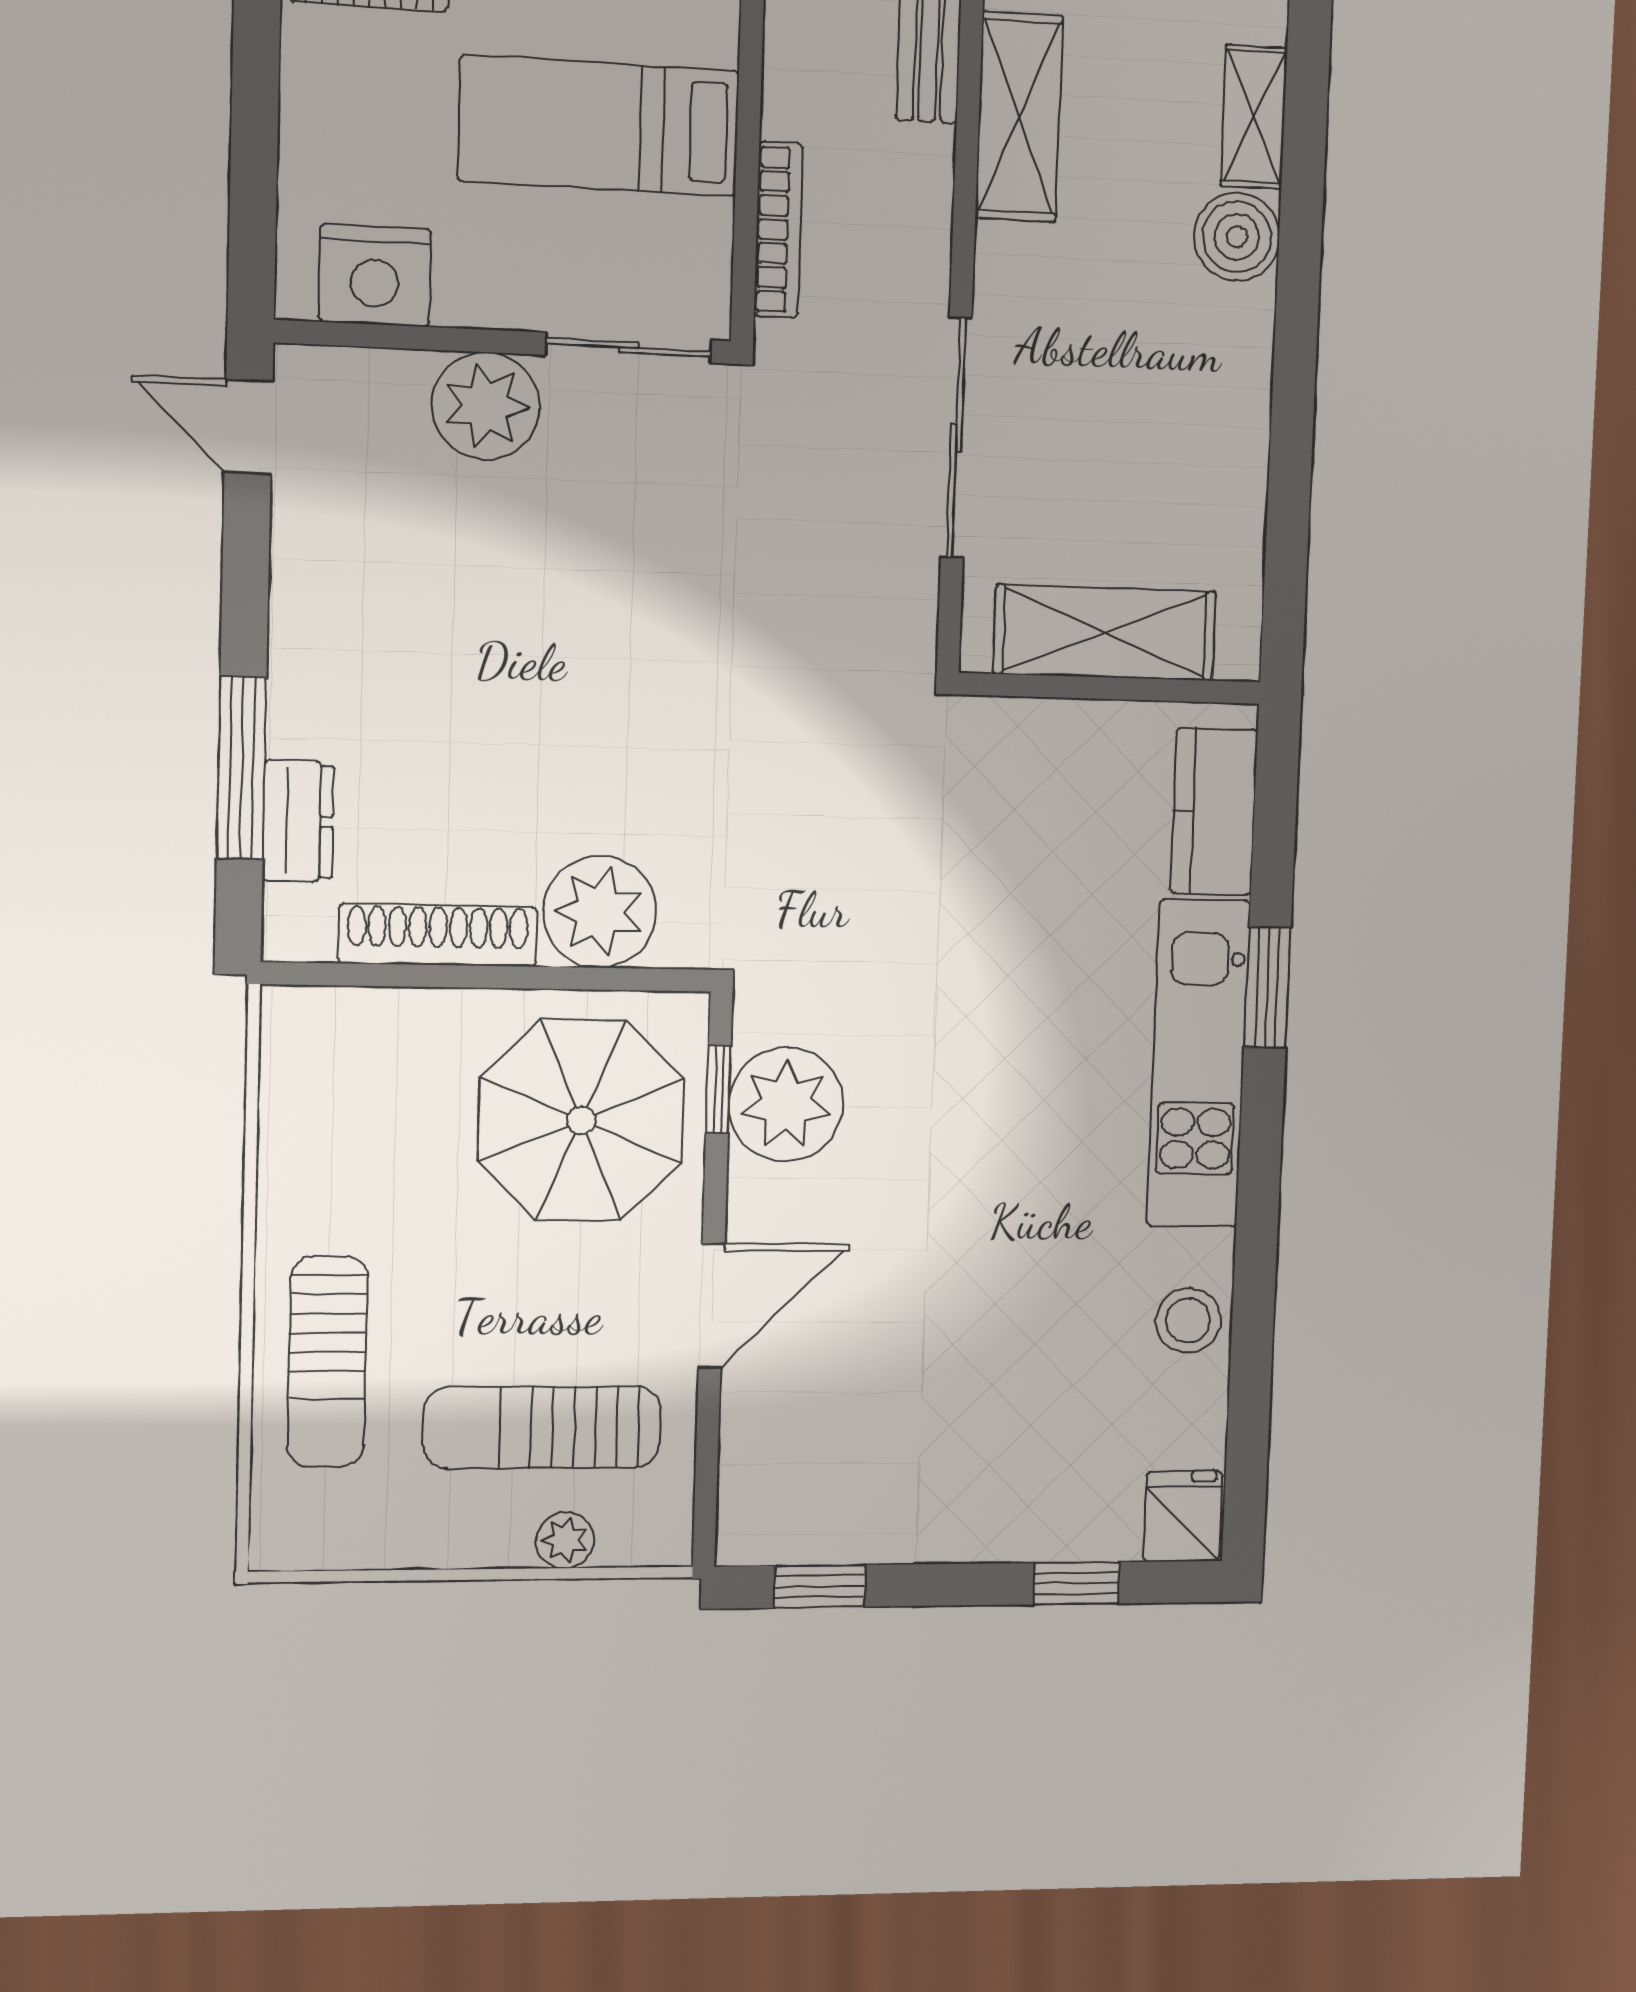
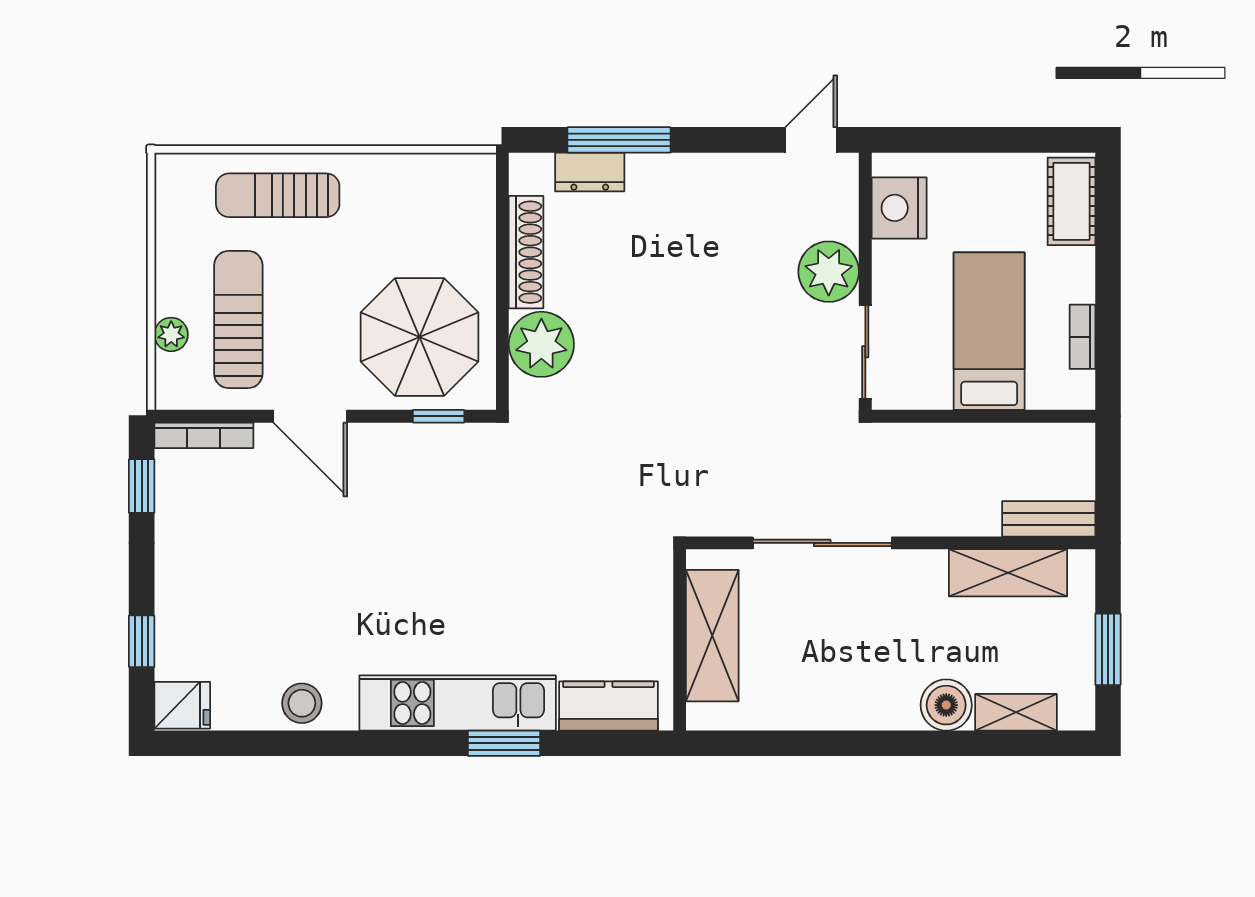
bookcase: (778, 230) -> (204, 435), moved
plant: (786, 1104) -> (430, 456), removed

